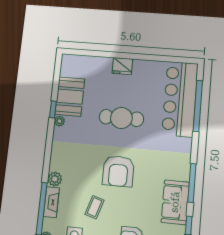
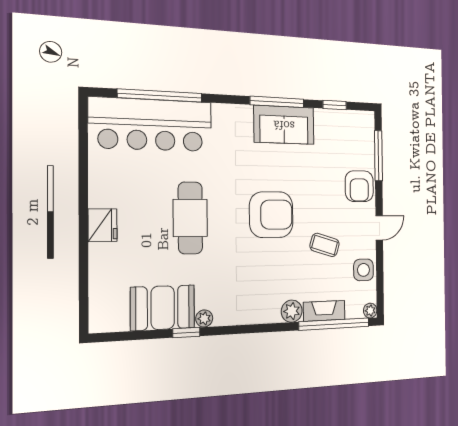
sofa: (175, 202) -> (284, 125), moved

